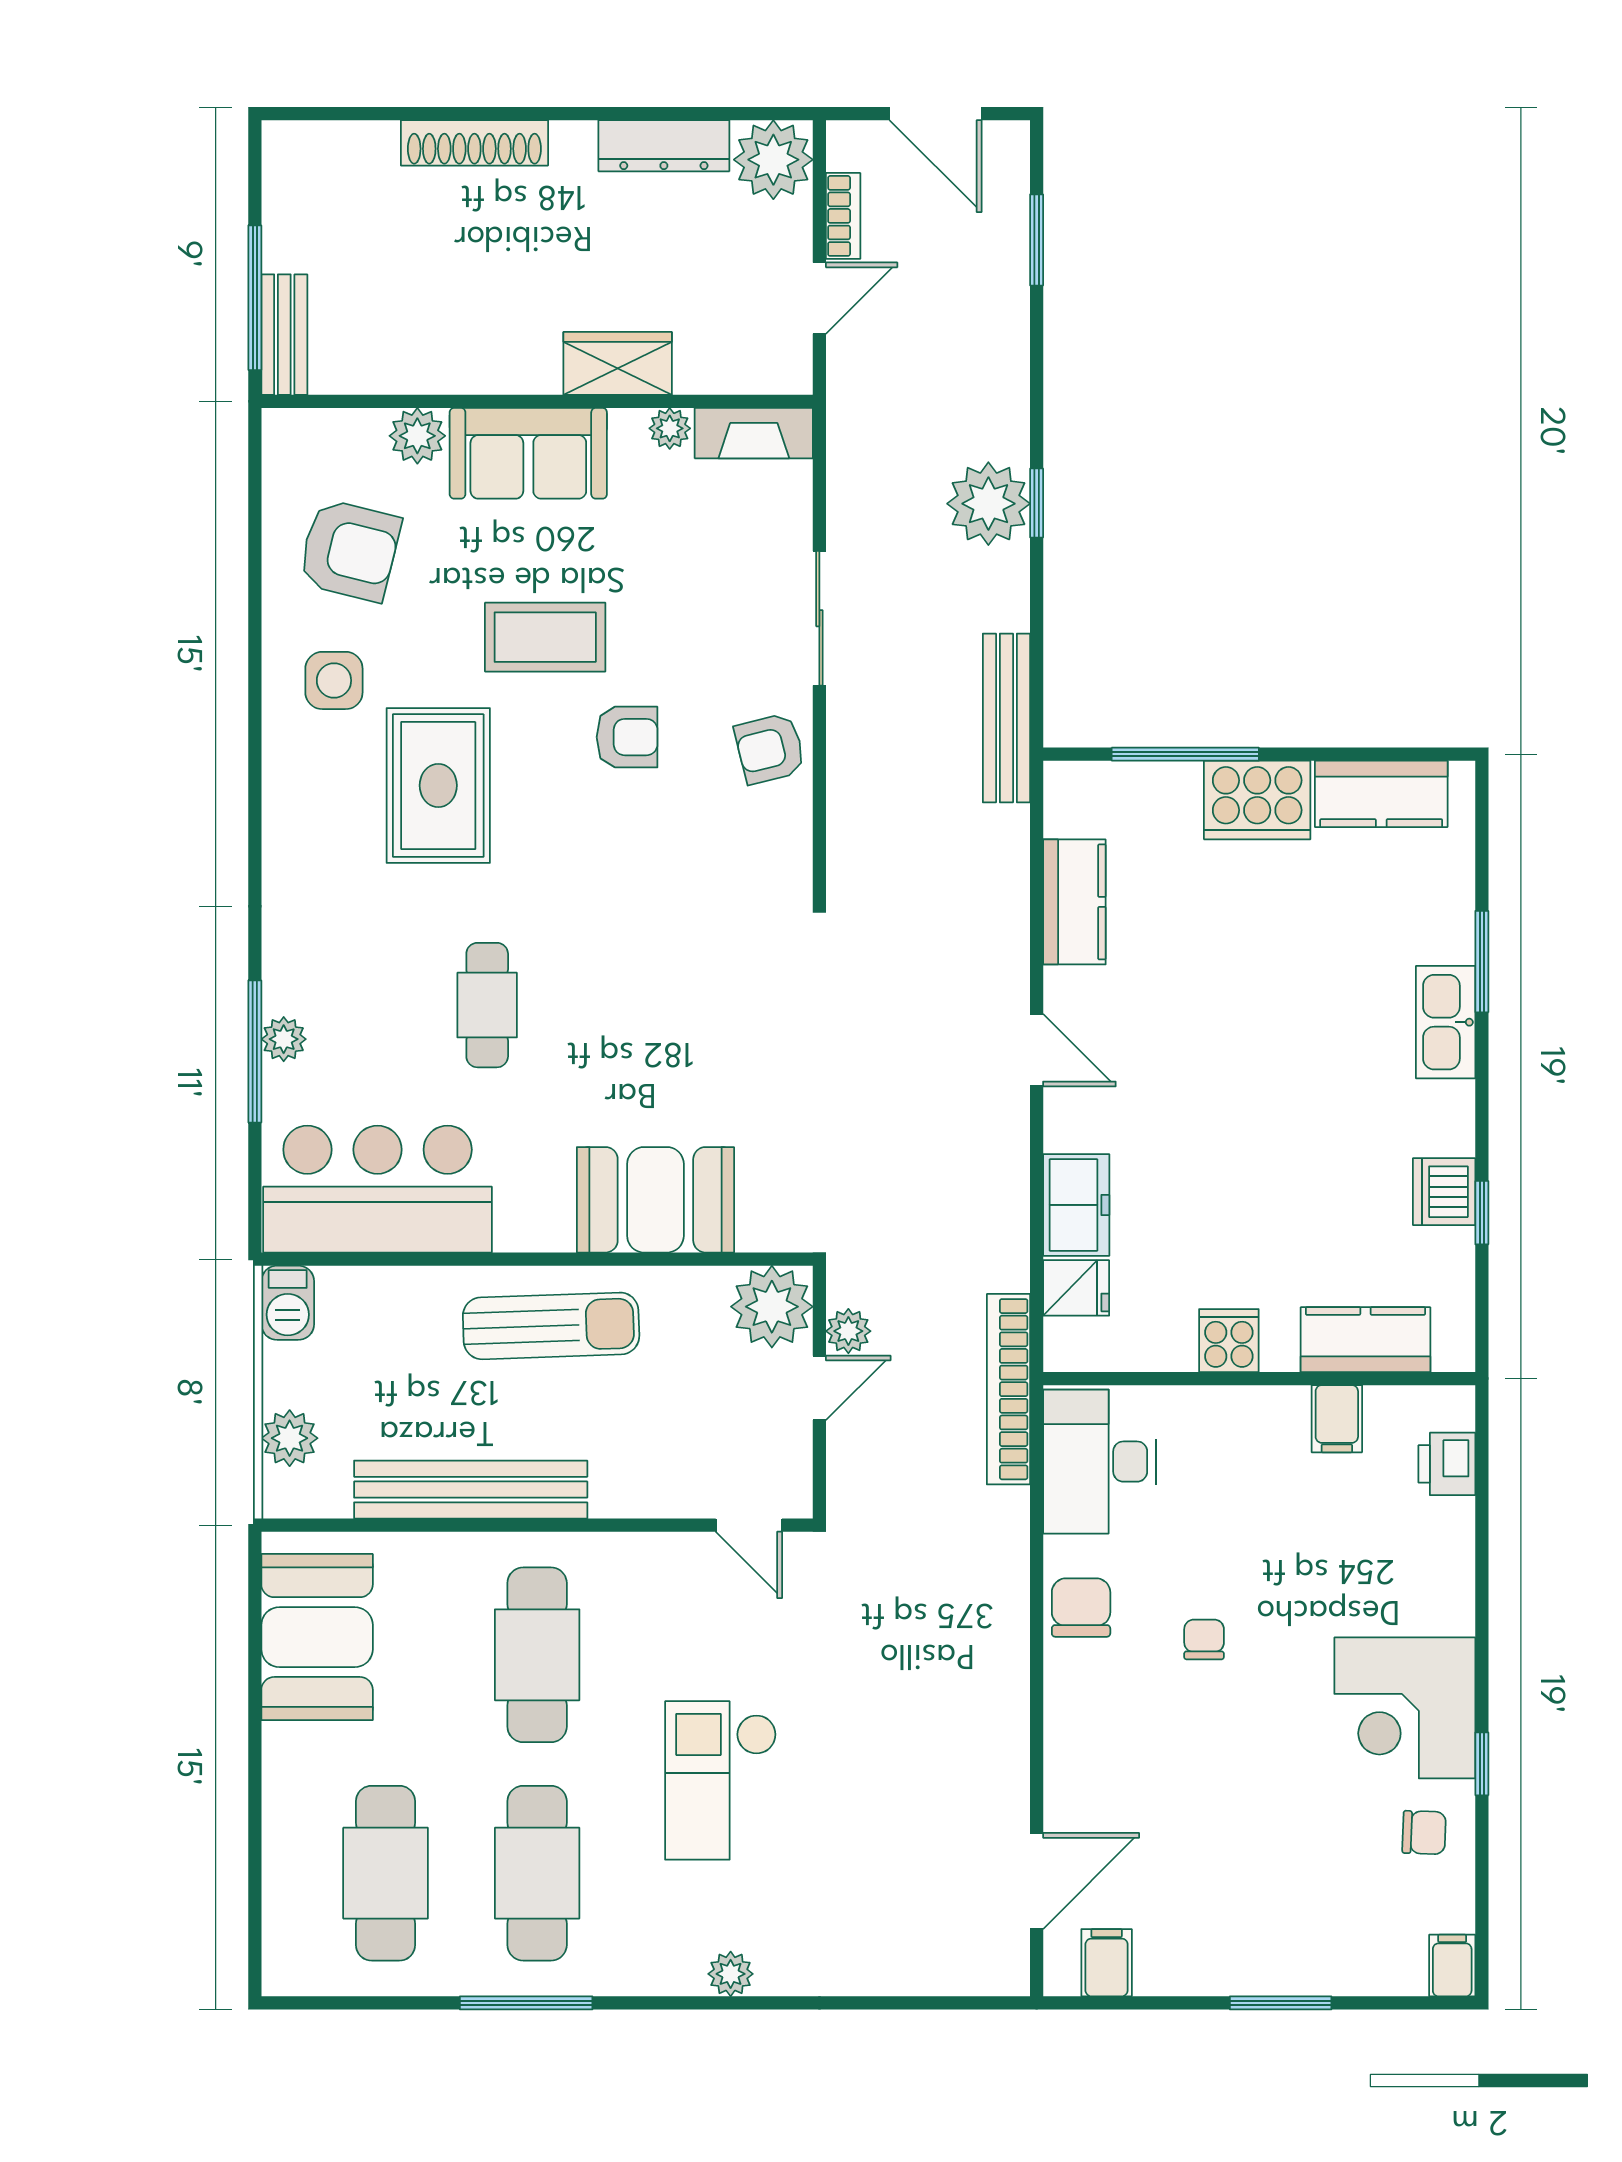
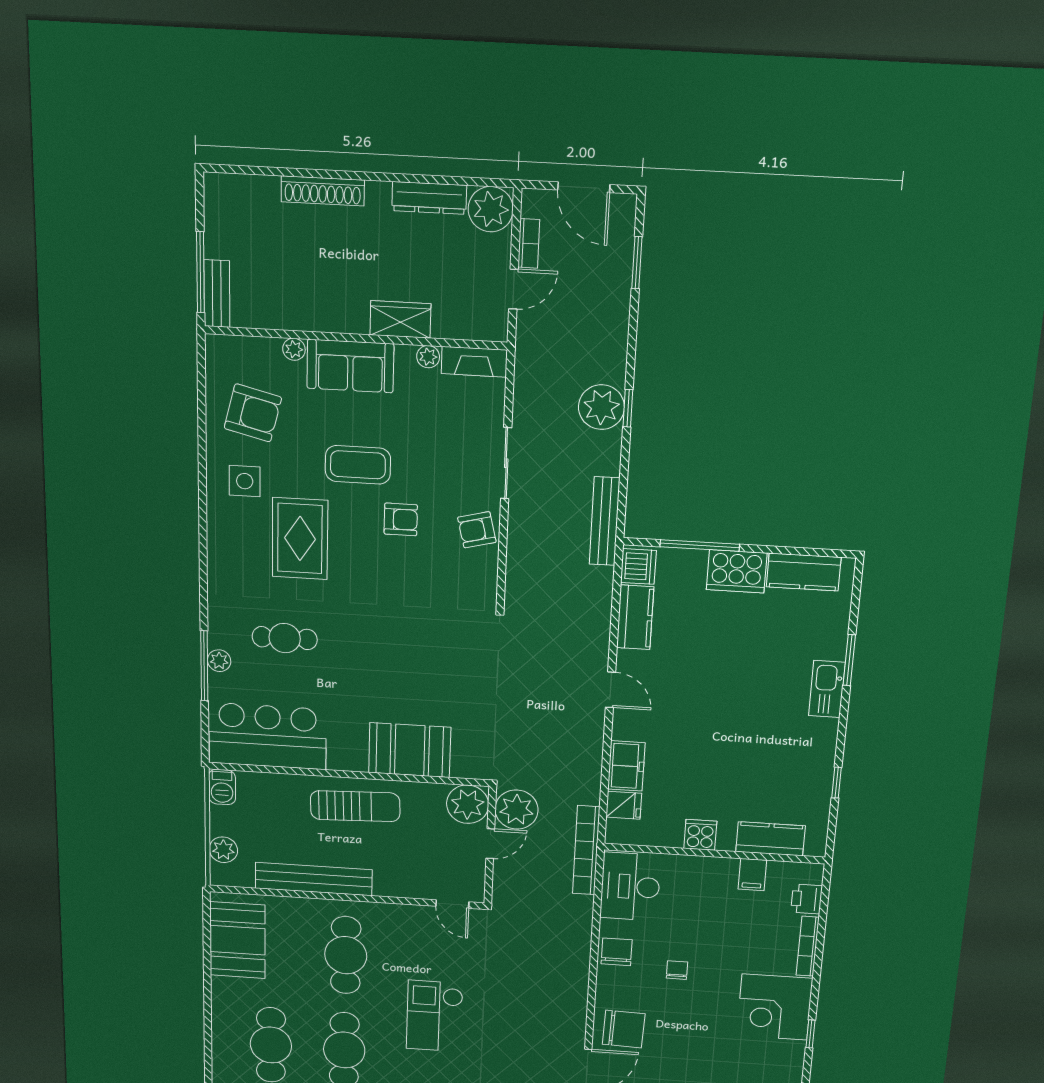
plant: (417, 436) -> (294, 349), width x0.73, depth x0.73
cafe table: (487, 1005) -> (285, 638), moved, turned 90
dishwasher: (1444, 1192) -> (638, 566), moved, turned 180
plant: (848, 1331) -> (516, 810), width x1.88, depth x1.88
bookcase: (1458, 1567) -> (808, 946), added
chair: (1424, 1833) -> (624, 1029), moved, width x1.87, depth x1.87

